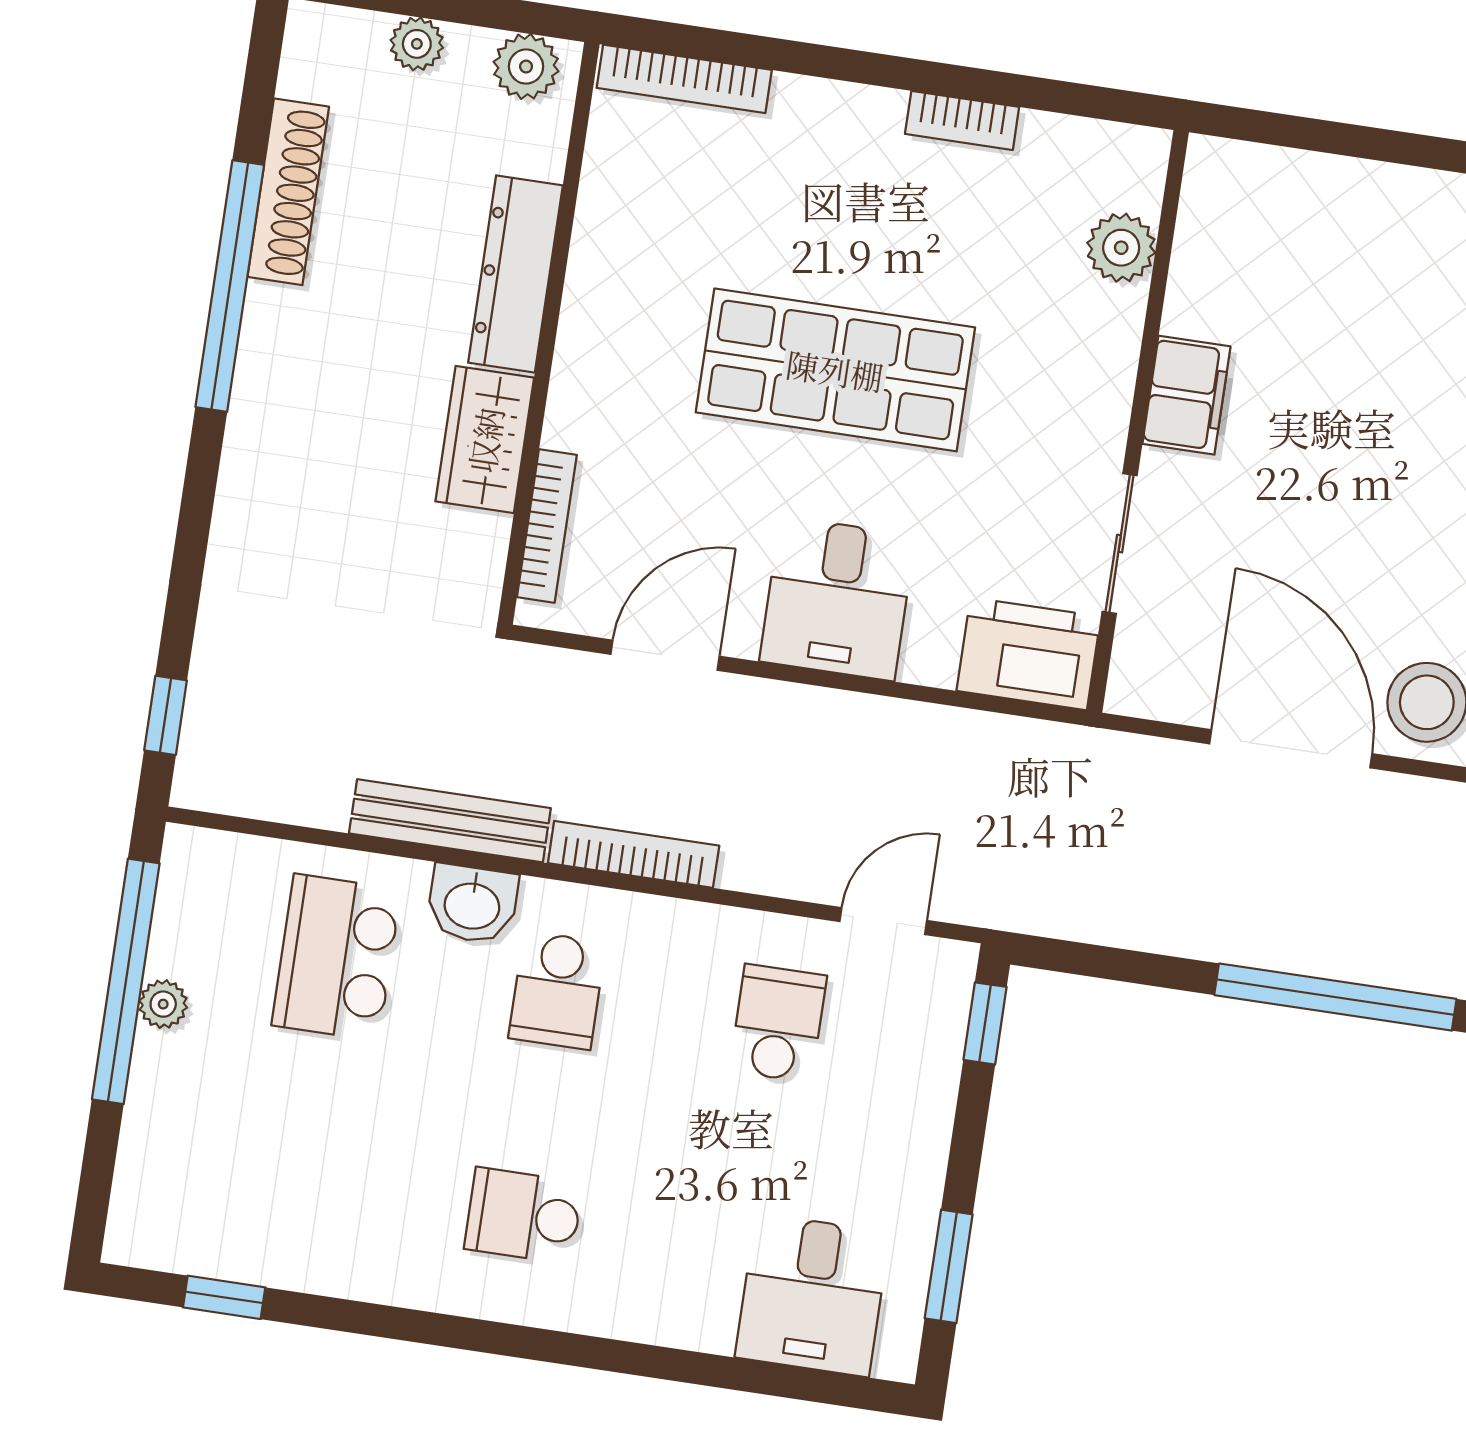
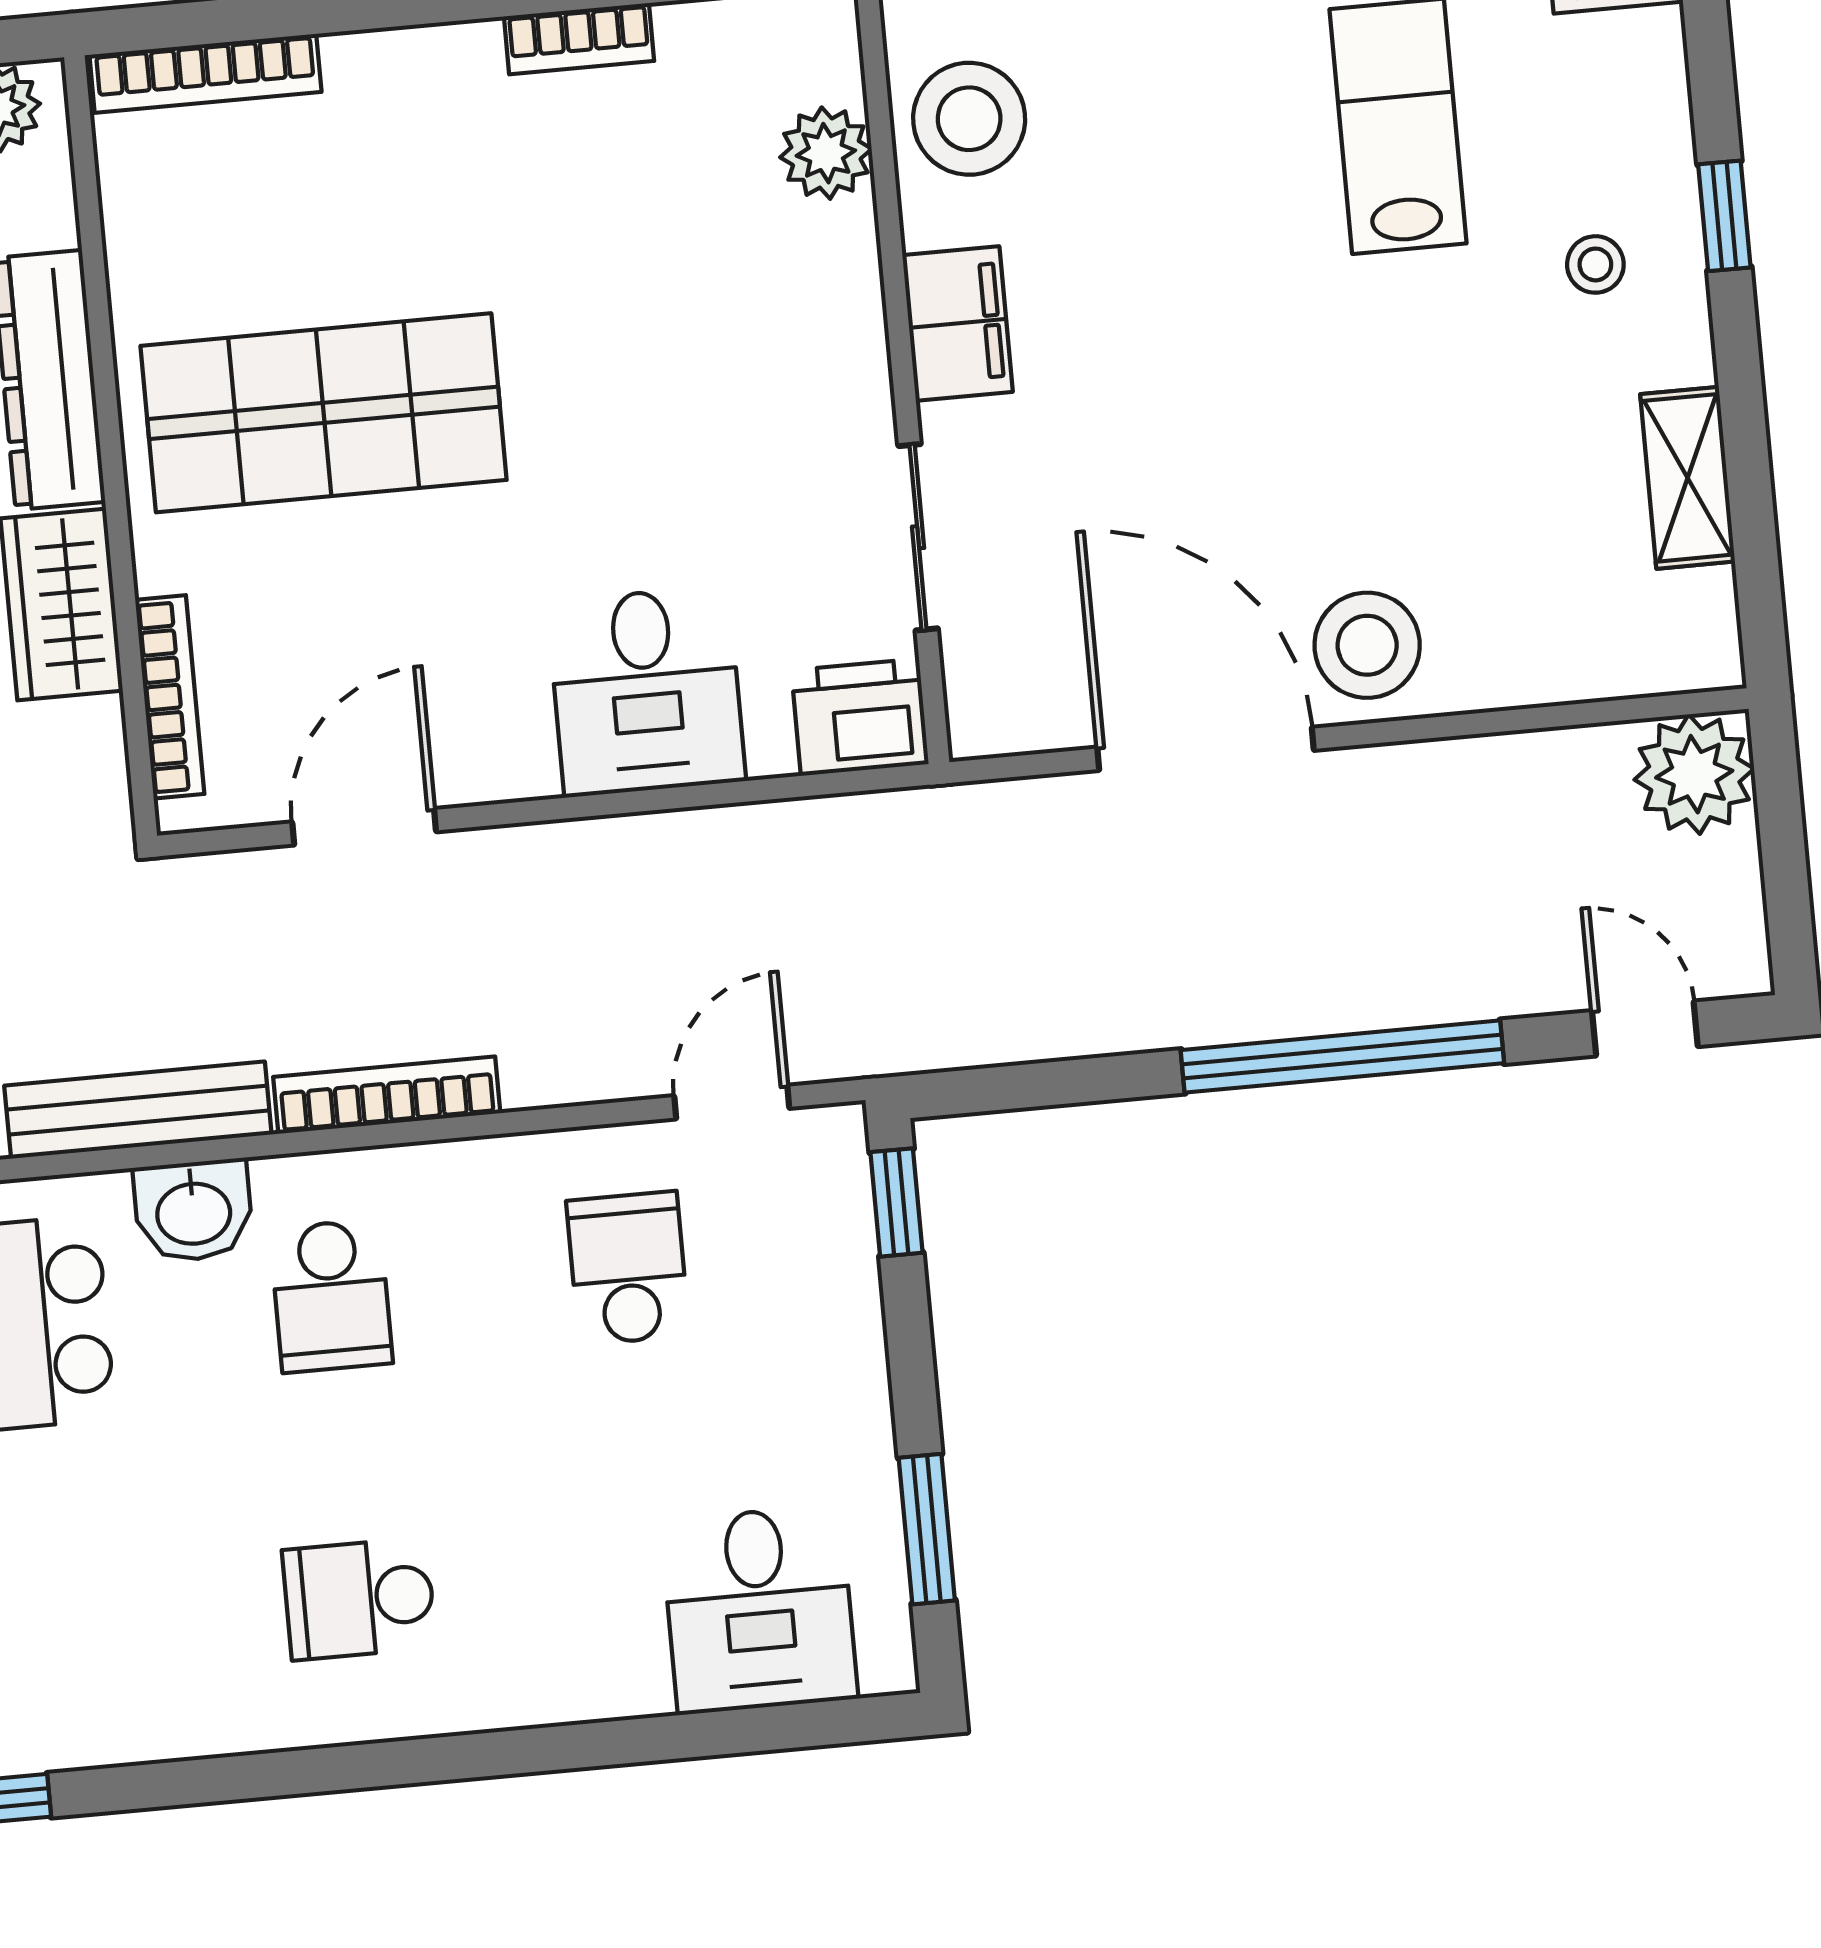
stool: (1231, 248) -> (969, 119), added
shop shelf: (835, 370) -> (324, 413), moved
desk: (837, 599) -> (646, 691), moved
printer: (1029, 654) -> (860, 717), width x0.73, depth x0.84

